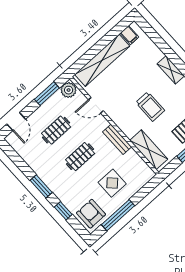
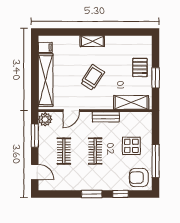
trolley: (150, 106) -> (93, 77), moved, turned -57

